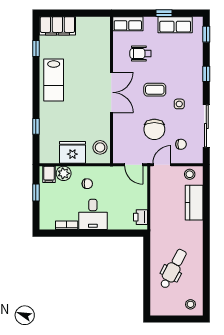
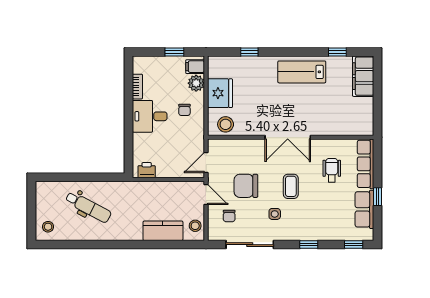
row of seats: (128, 24) -> (366, 164), width x1.48

